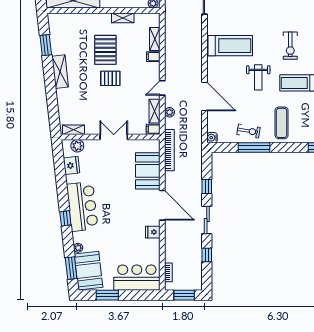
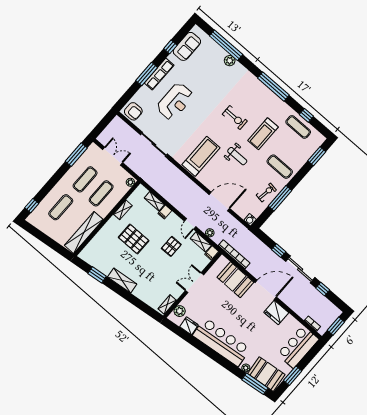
pallet: (110, 78) -> (171, 246), moved
bar counter: (82, 206) -> (221, 342), width x1.36
window: (65, 218) -> (220, 360), removed
sliding door: (207, 220) -> (300, 269), width x1.37
fridge: (153, 232) -> (276, 312), width x1.88, depth x1.34
window: (71, 268) -> (255, 384), width x1.44

